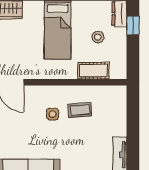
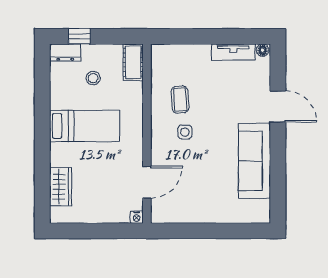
cot: (93, 71) -> (133, 62), moved

